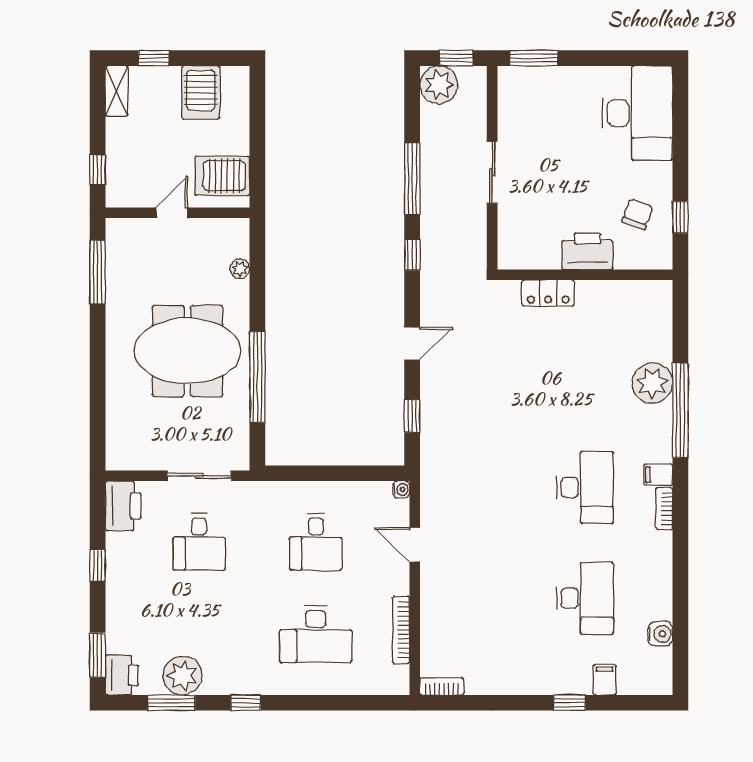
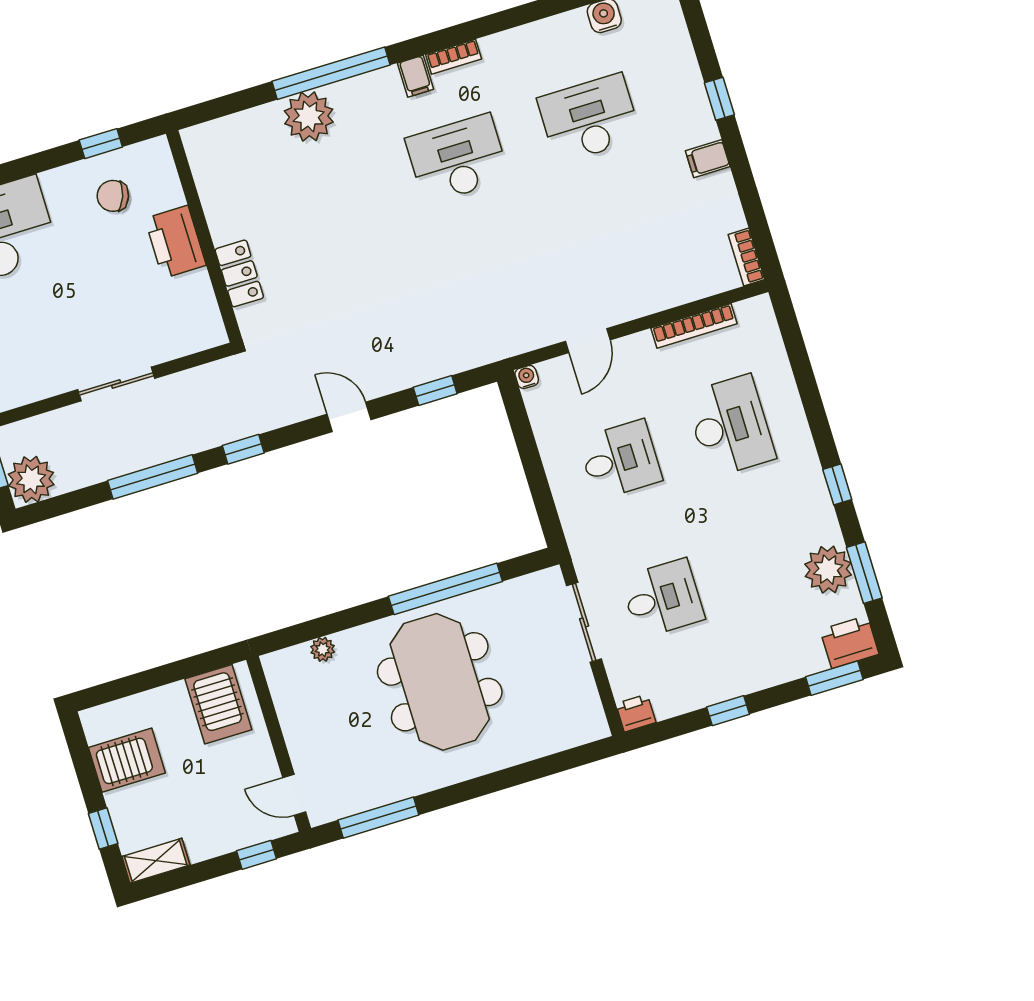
door: (172, 213) -> (294, 795), moved
printer: (123, 506) -> (636, 713), width x0.53, depth x0.68
filing cabinet: (605, 680) -> (708, 159), moved

